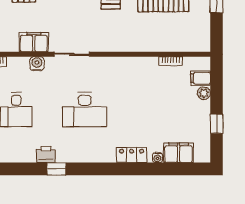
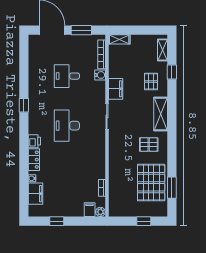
water cooler: (37, 64) -> (100, 75), moved
plant: (204, 93) -> (100, 212), moved
printer: (46, 154) -> (34, 141), moved

